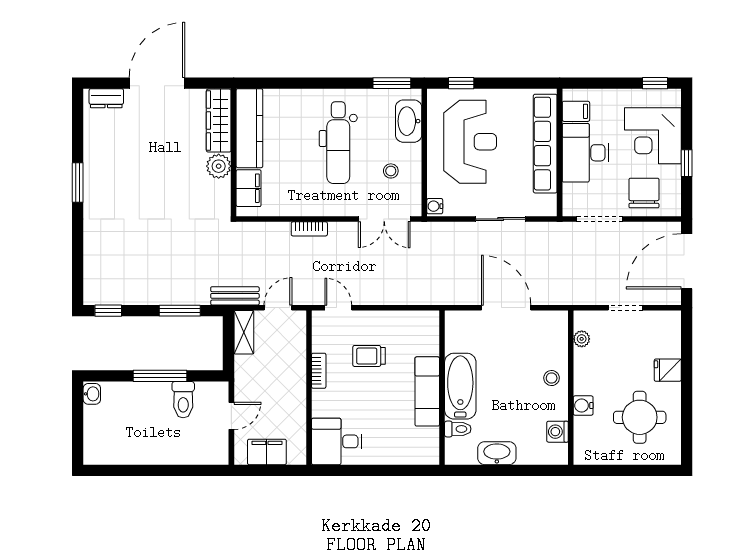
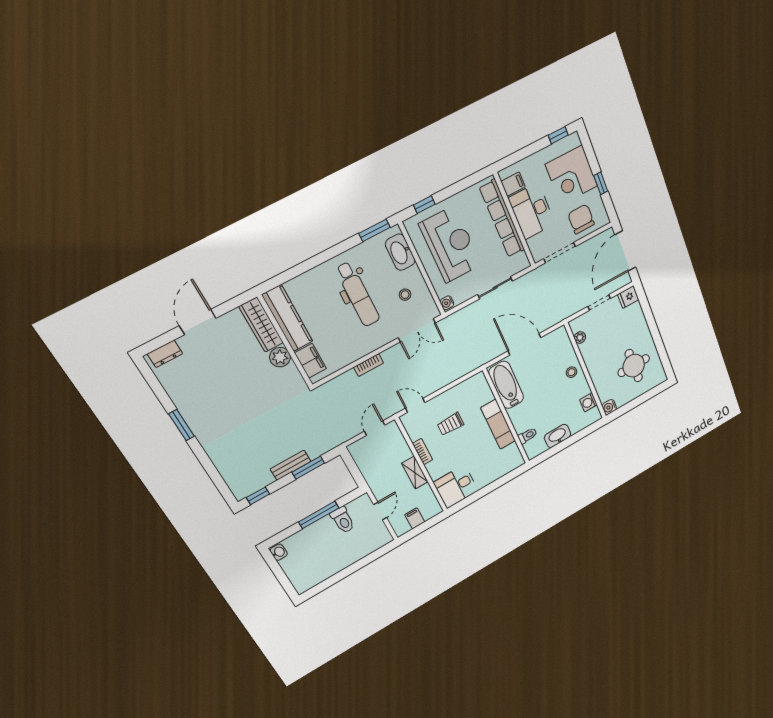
door: (157, 83) -> (198, 322), width x0.73
bench: (235, 296) -> (291, 465), moved
shelving: (244, 332) -> (415, 473), moved
fridge: (668, 370) -> (628, 297), moved
bathtub: (460, 386) -> (506, 385), moved
water cooler: (583, 406) -> (609, 407), moved
filing cabinet: (267, 452) -> (415, 518), width x0.50

